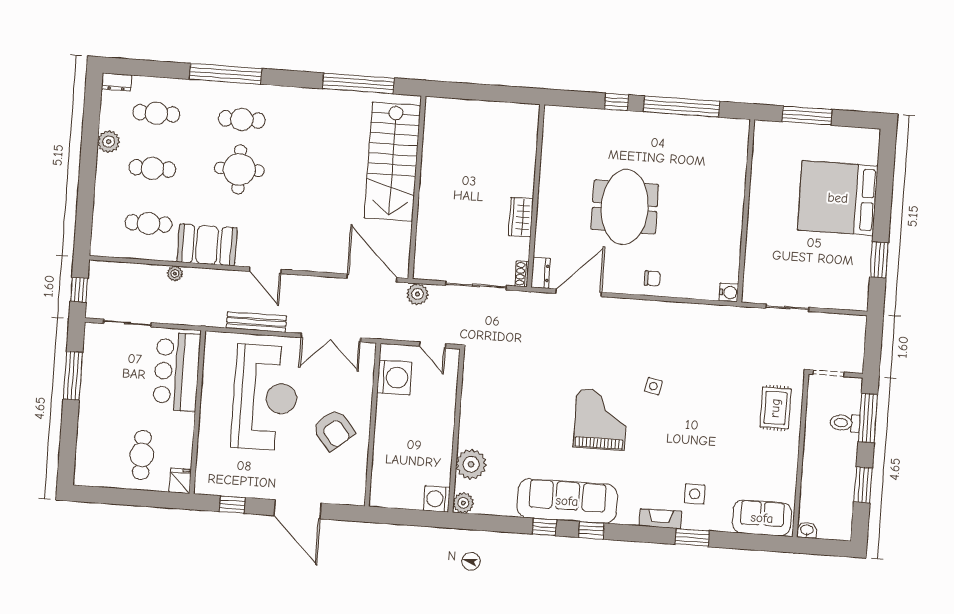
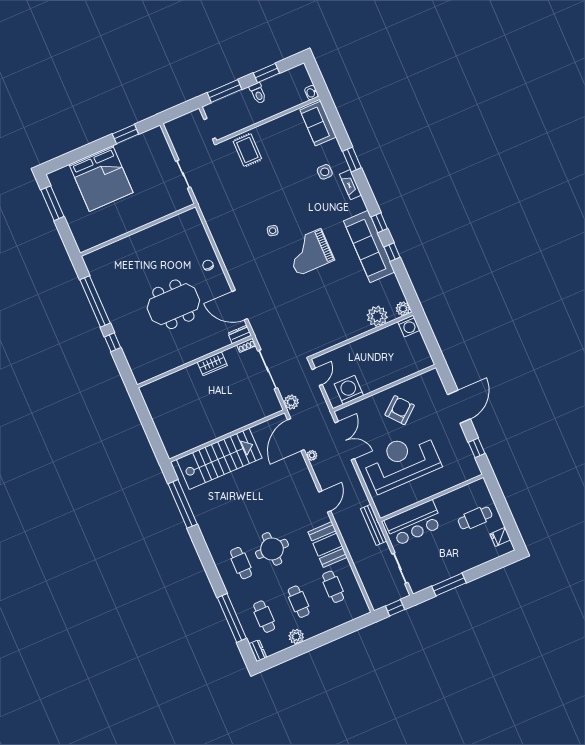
window: (226, 74) -> (232, 618), moved
window: (807, 116) -> (52, 203), moved
plant: (175, 273) -> (312, 455), moved
water cooler: (729, 292) -> (192, 215), removed
bench: (256, 322) -> (374, 525), moved
rug: (775, 408) -> (247, 150), turned 90
toilet: (845, 423) -> (258, 93), moved
fridge: (180, 481) -> (500, 537), moved

